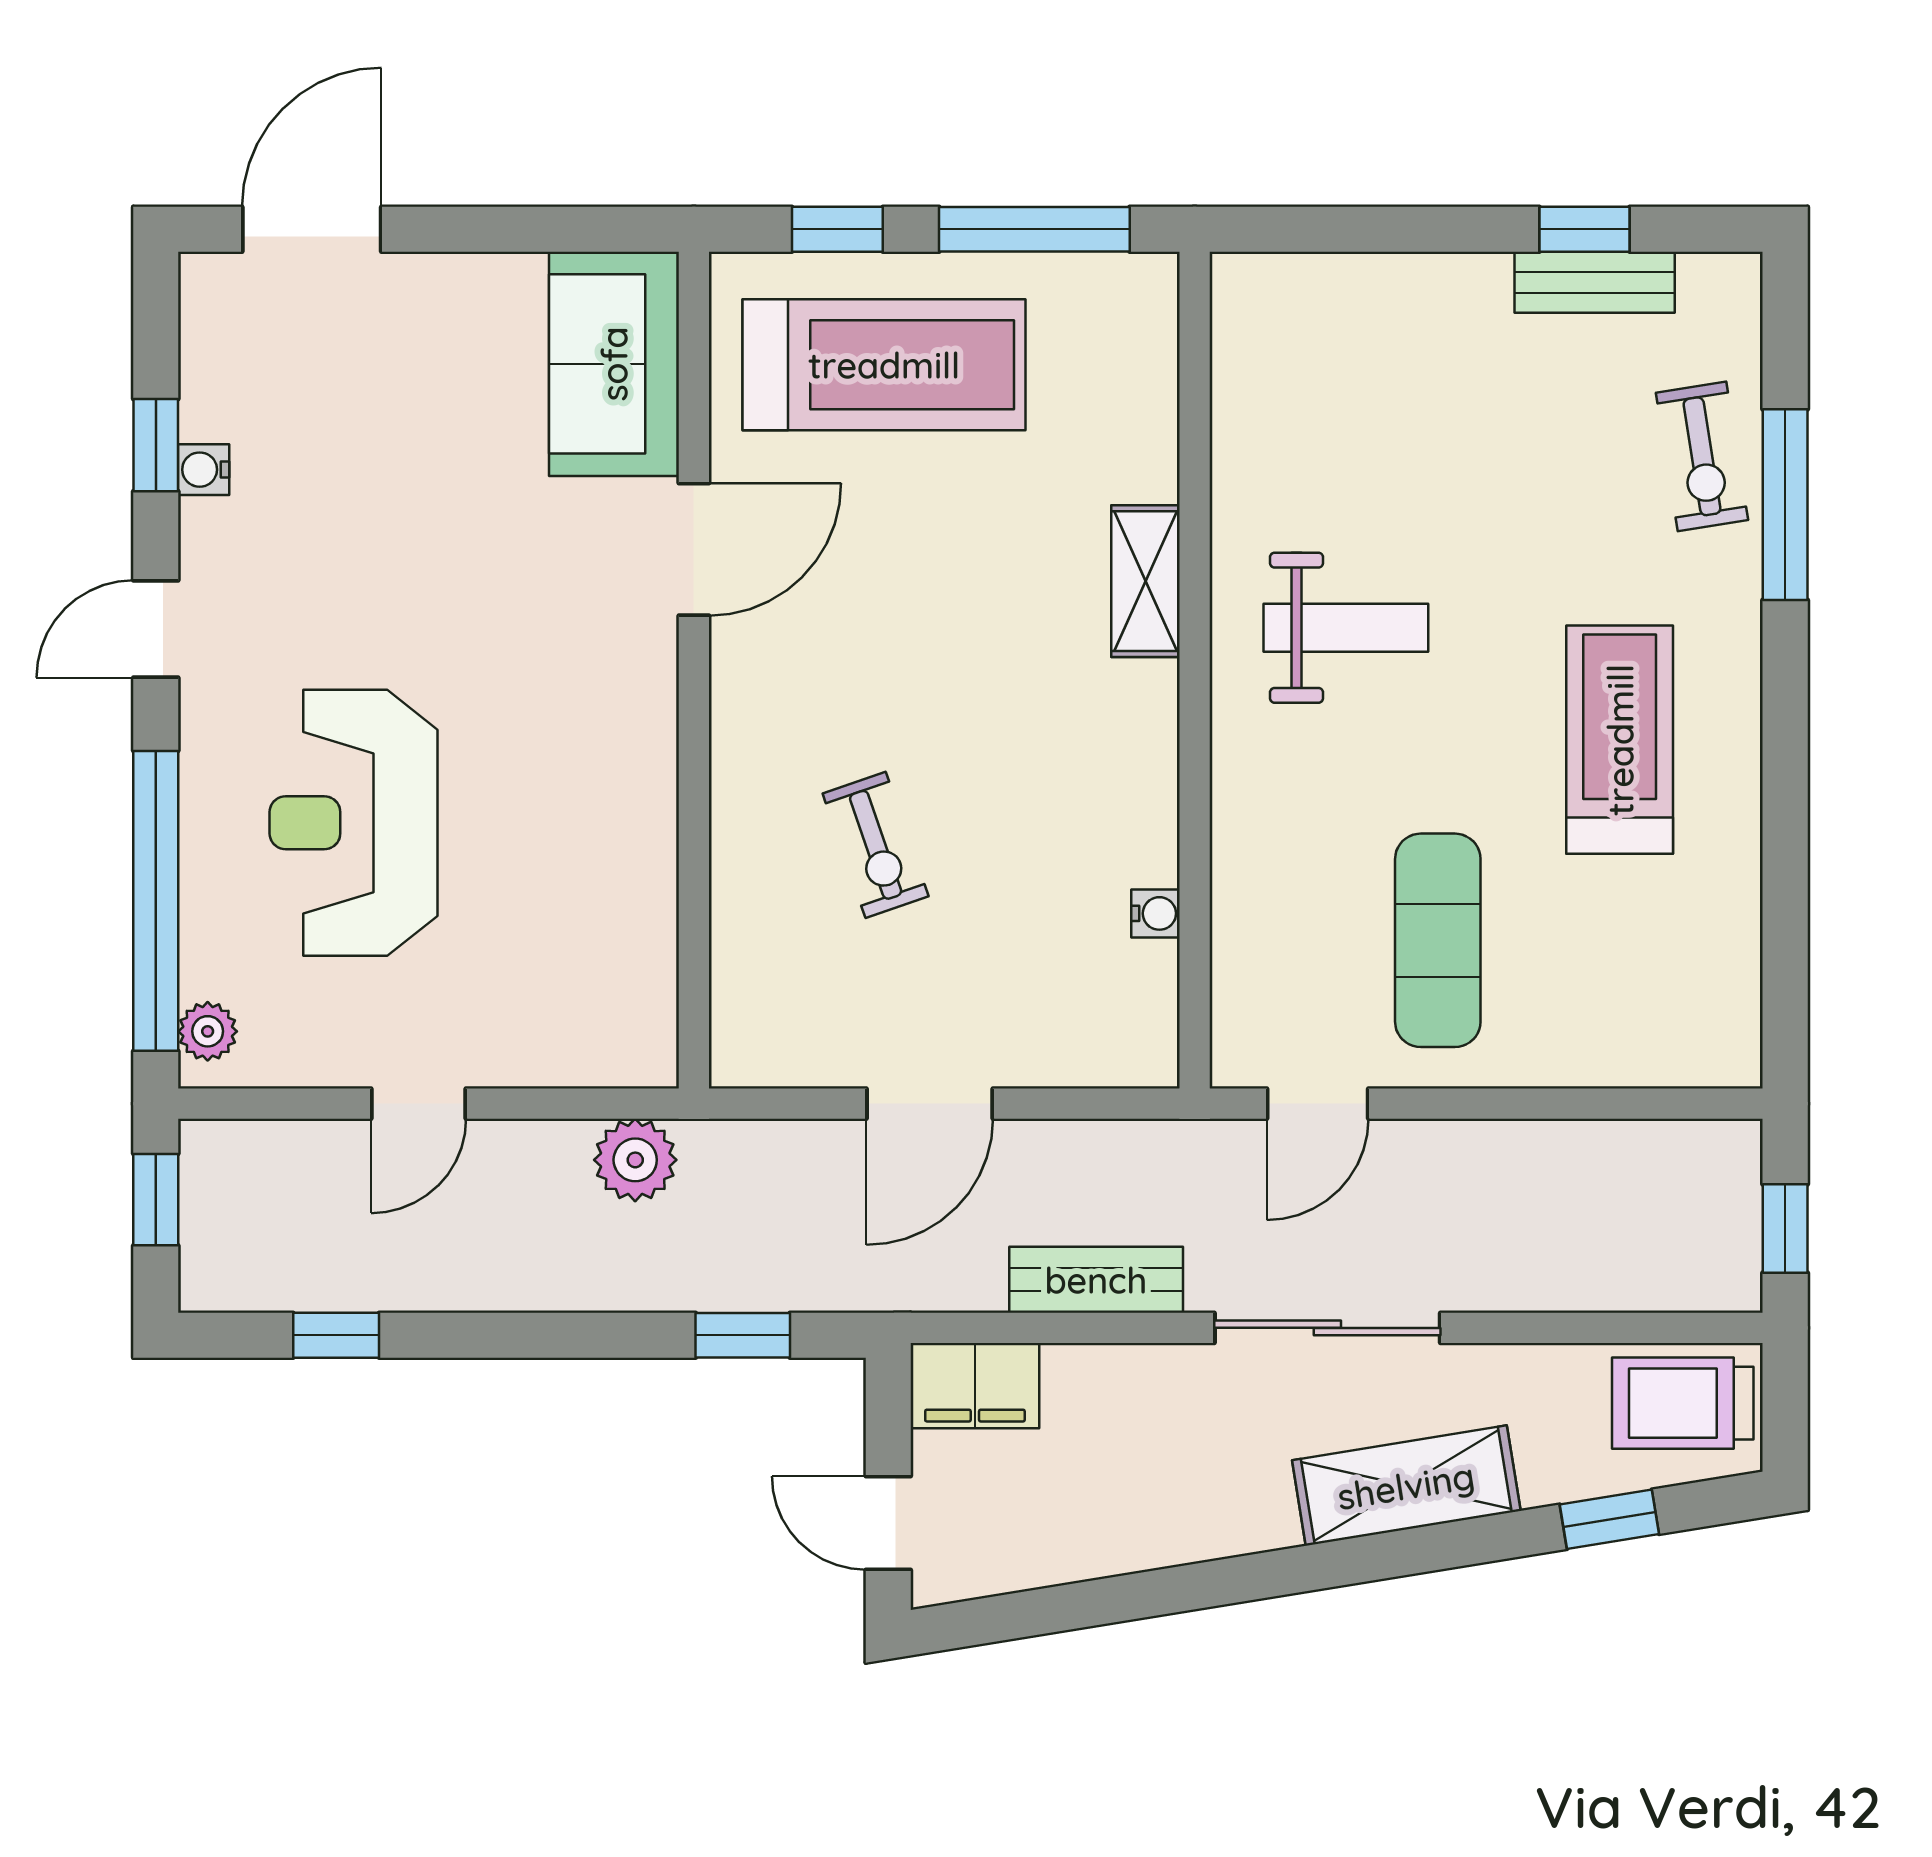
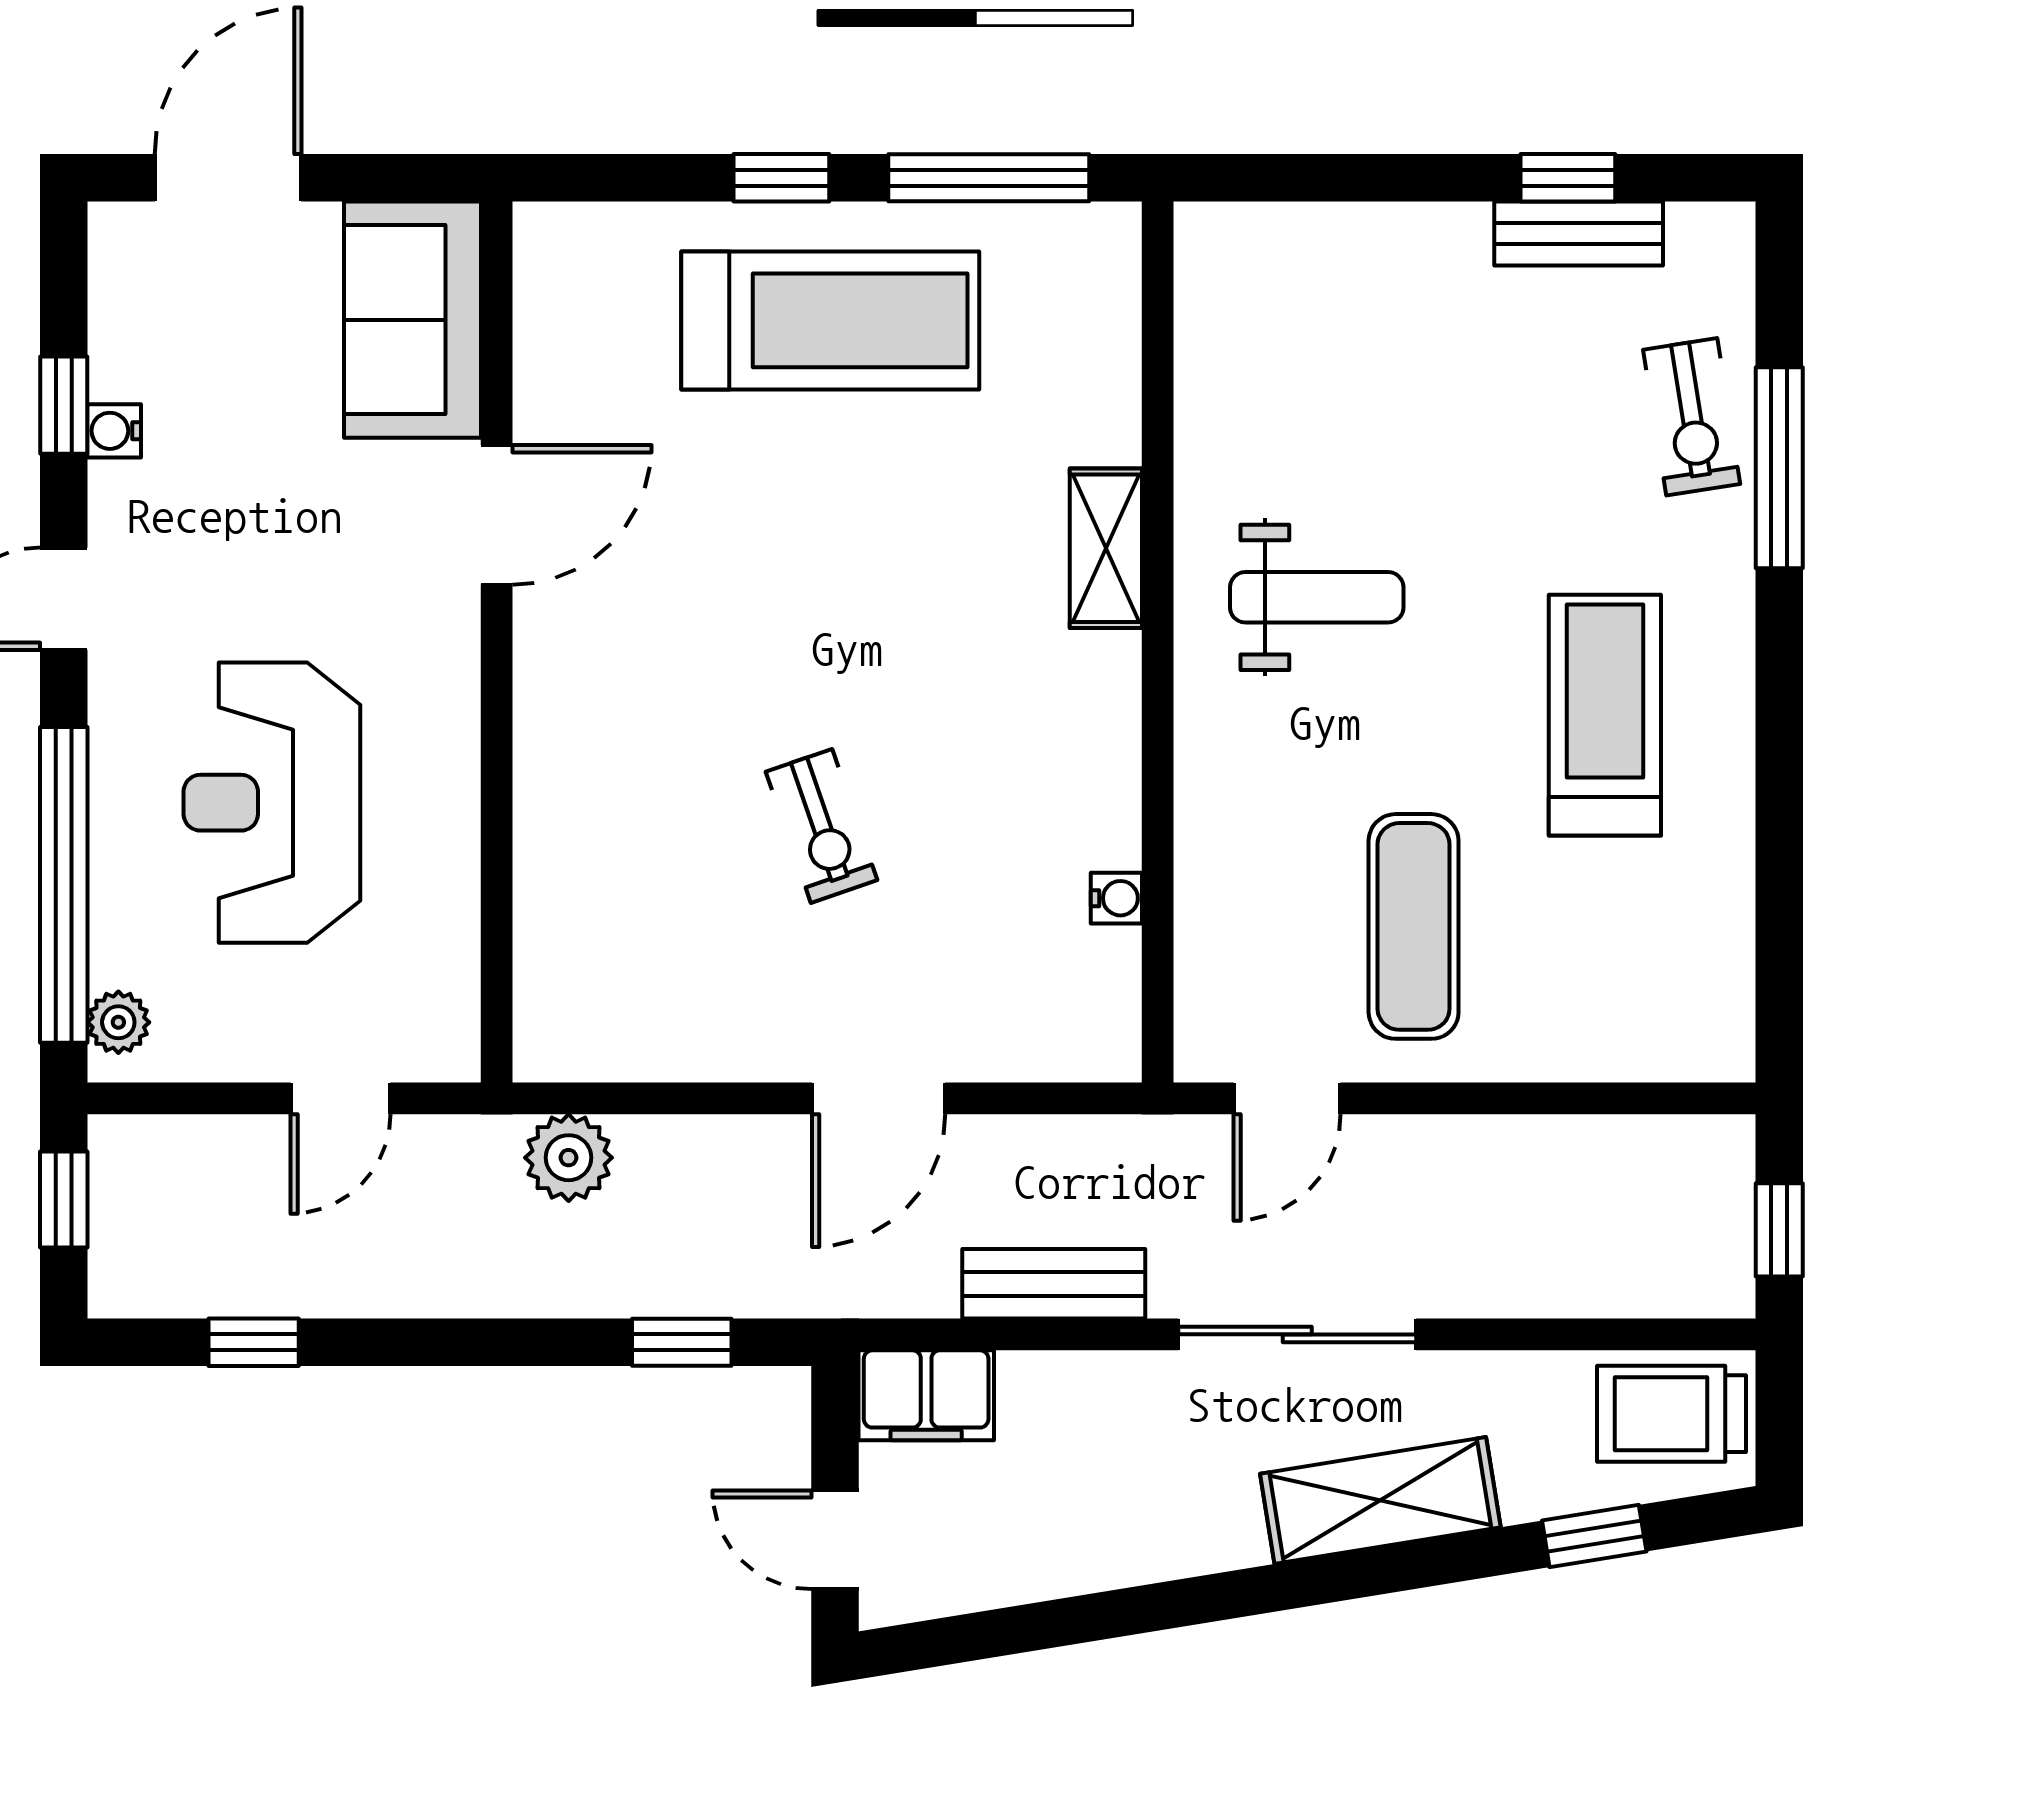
sofa: (614, 364) -> (412, 320), moved
door: (694, 549) -> (497, 515), moved
wall: (694, 670) -> (497, 642), moved

